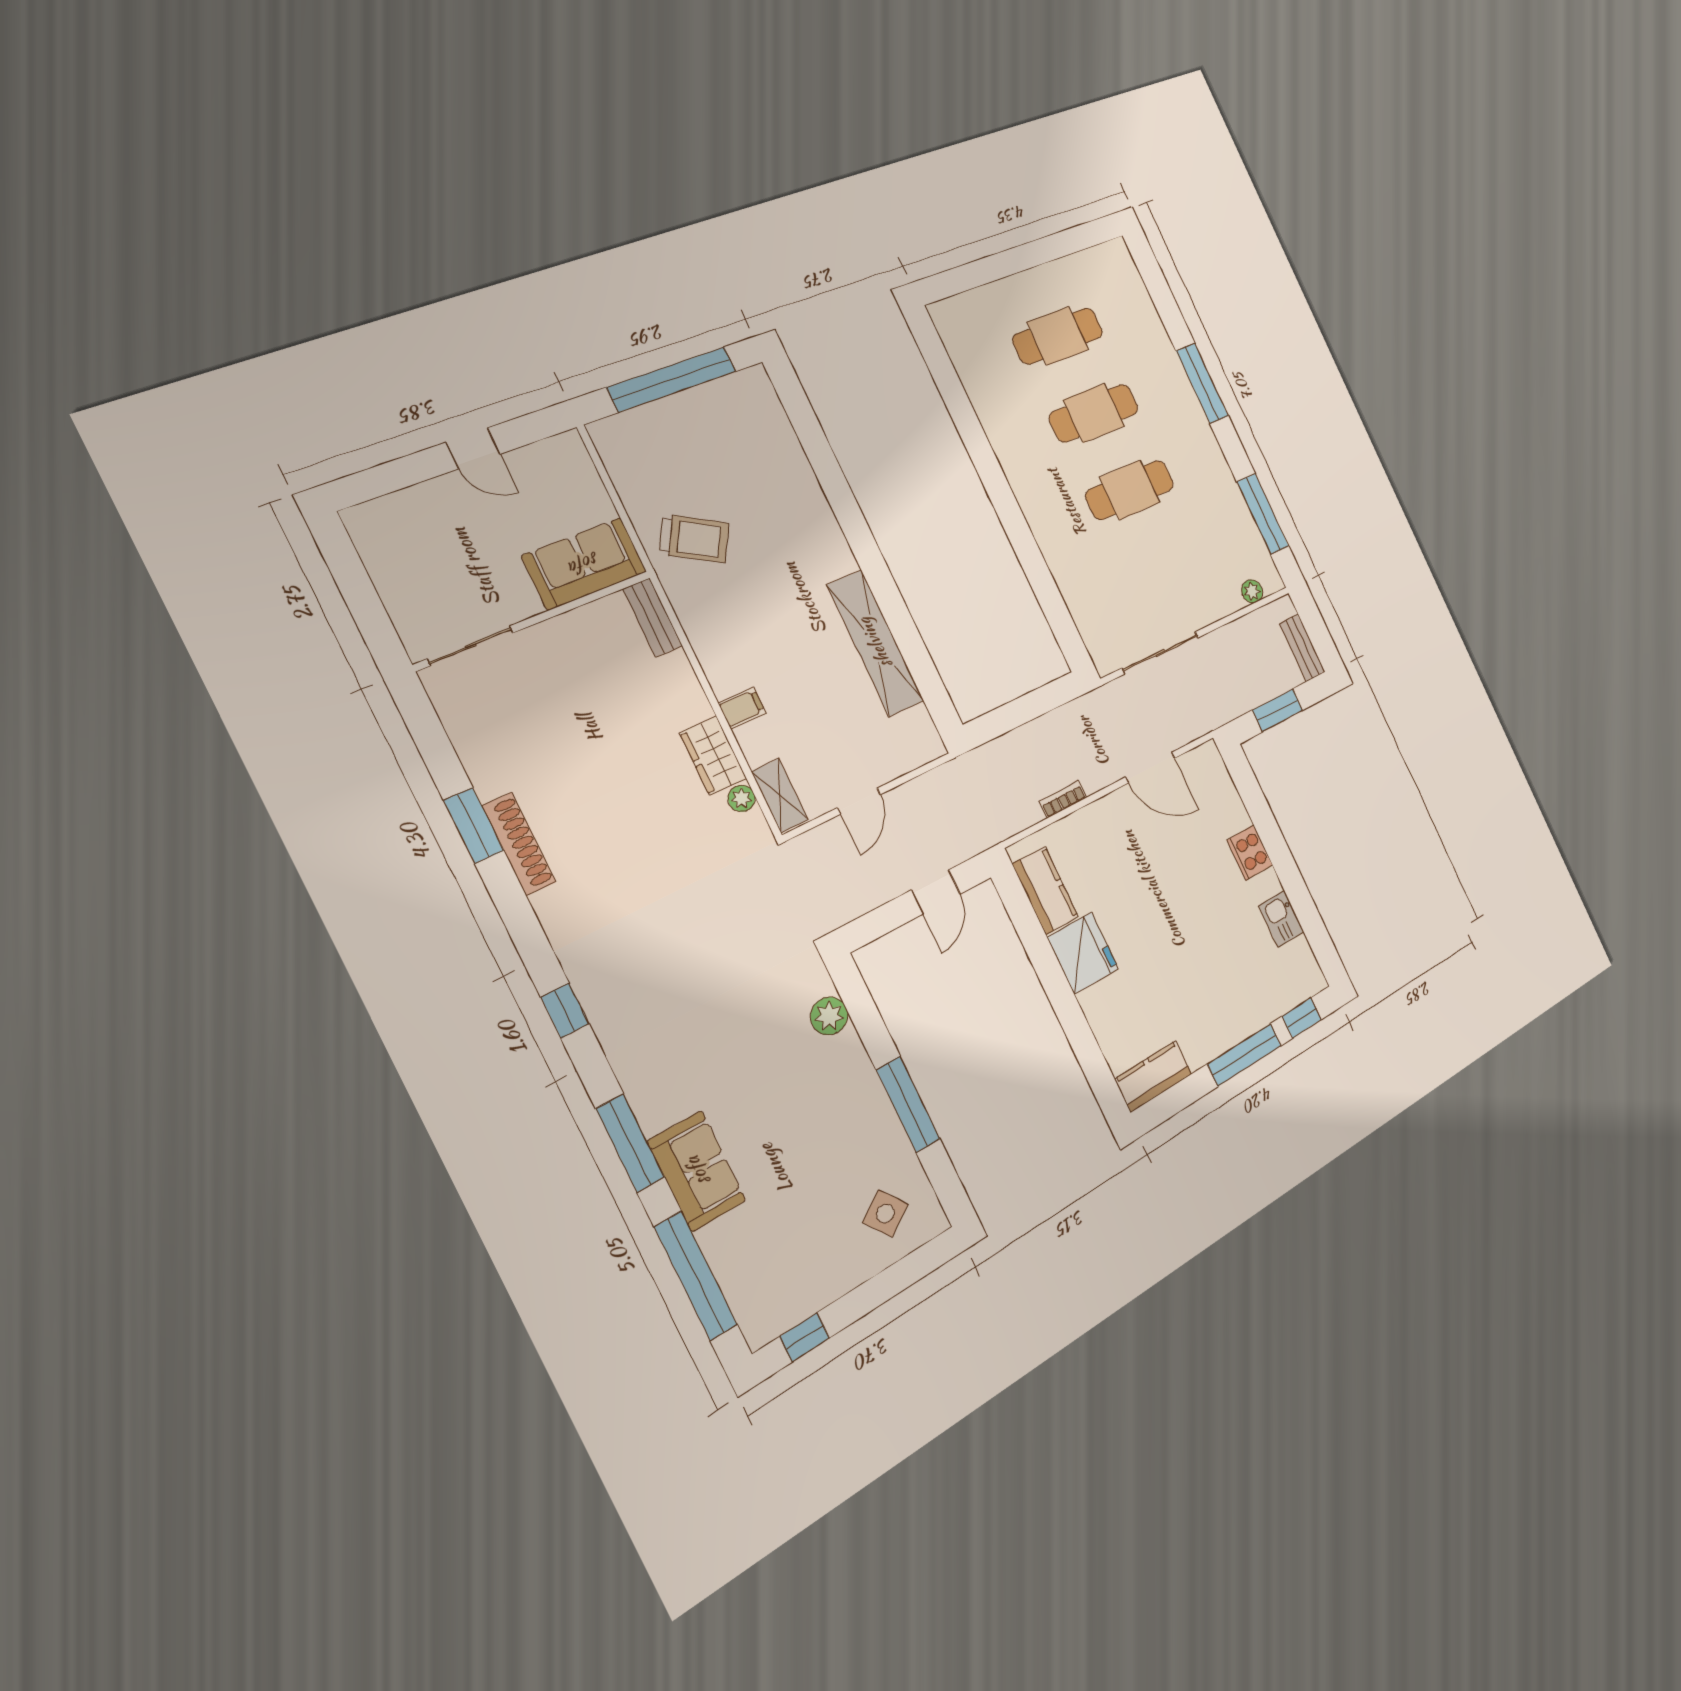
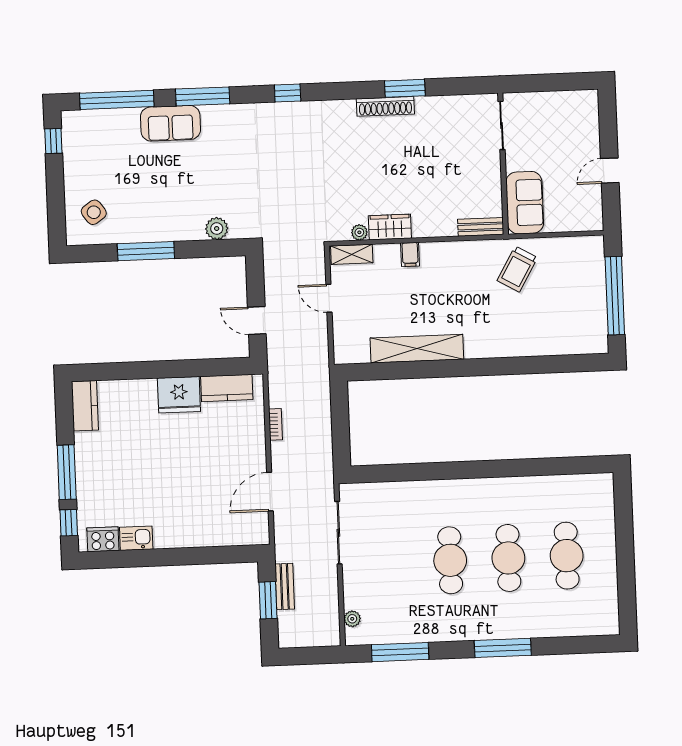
bench: (1302, 648) -> (285, 587), moved, turned 90
cooker: (1250, 853) -> (103, 539), moved

